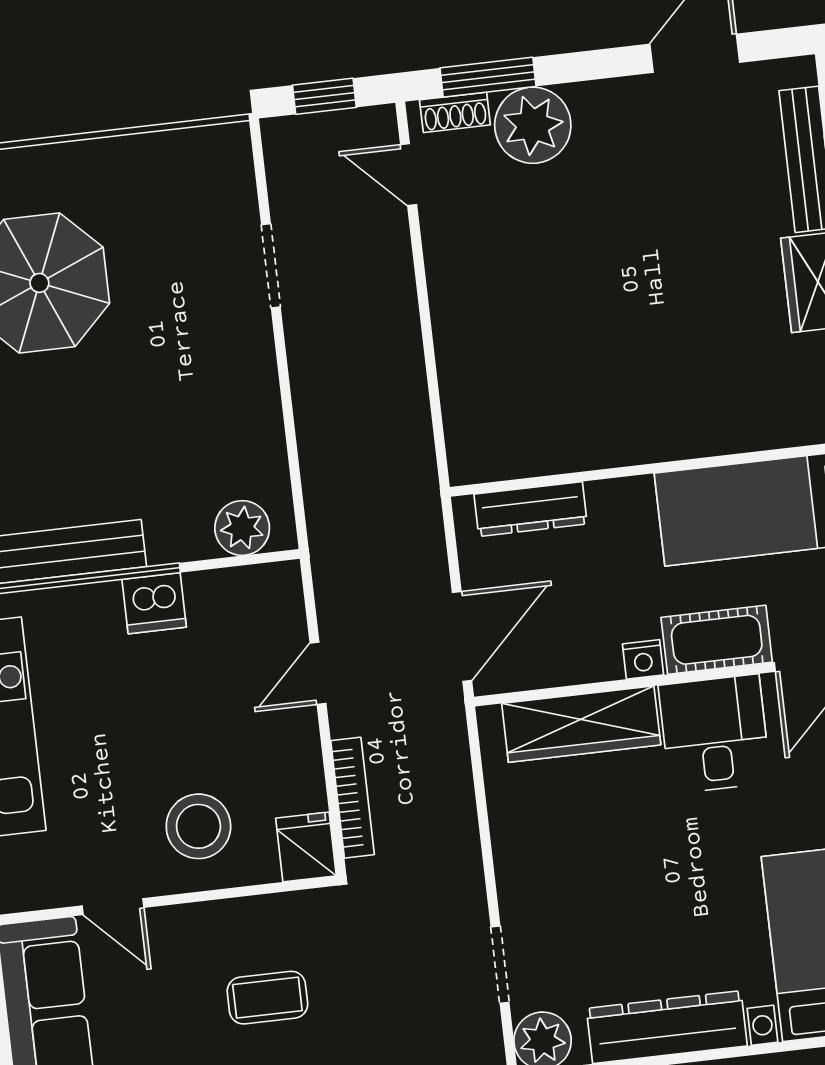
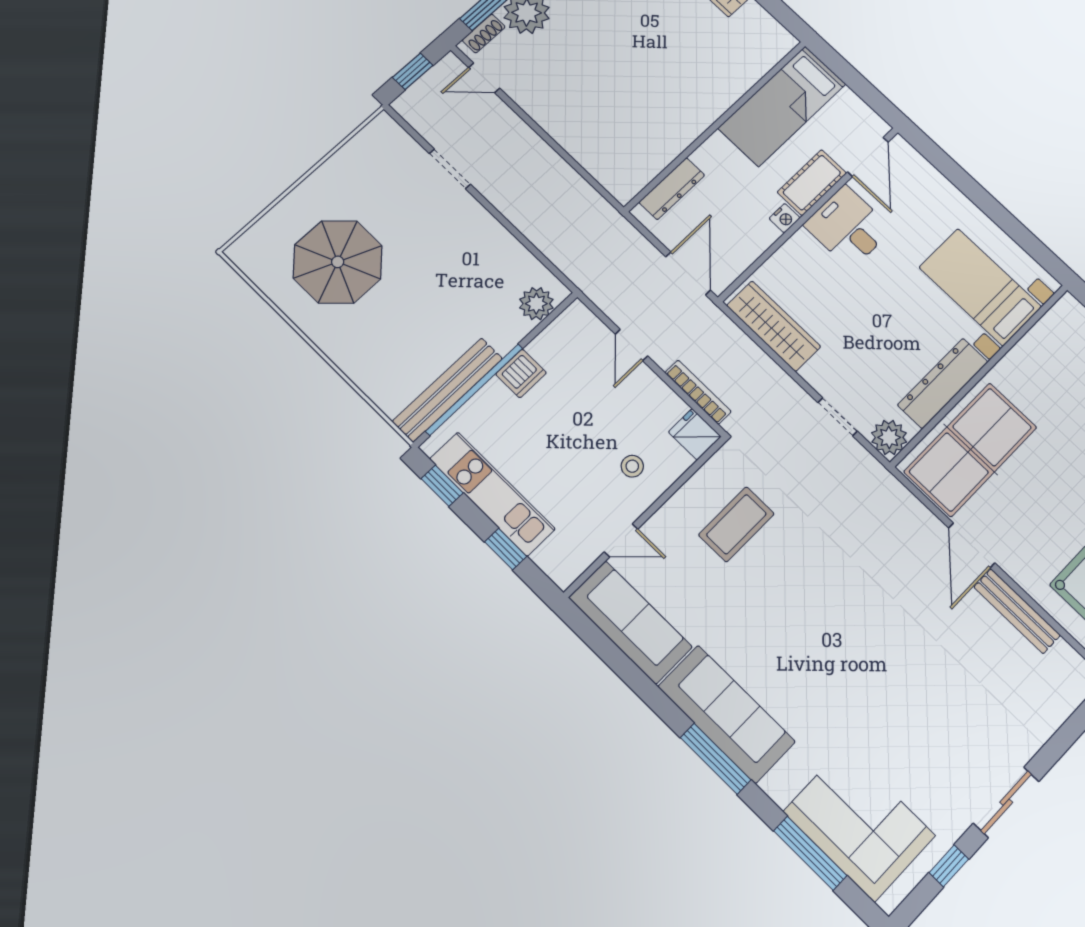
wardrobe: (581, 724) -> (774, 326), moved, turned -90
stool: (198, 826) -> (632, 466), width x0.53, depth x0.53
coffee table: (267, 998) -> (736, 524), width x1.36, depth x1.30

